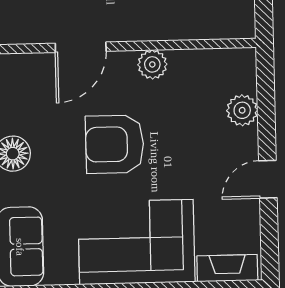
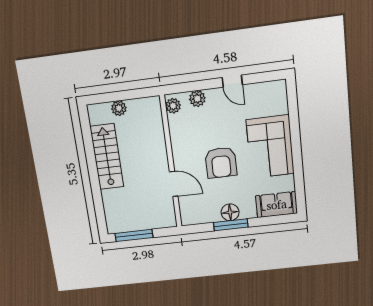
plant: (152, 64) -> (173, 106), moved
fireplace: (227, 268) -> (281, 98), removed

